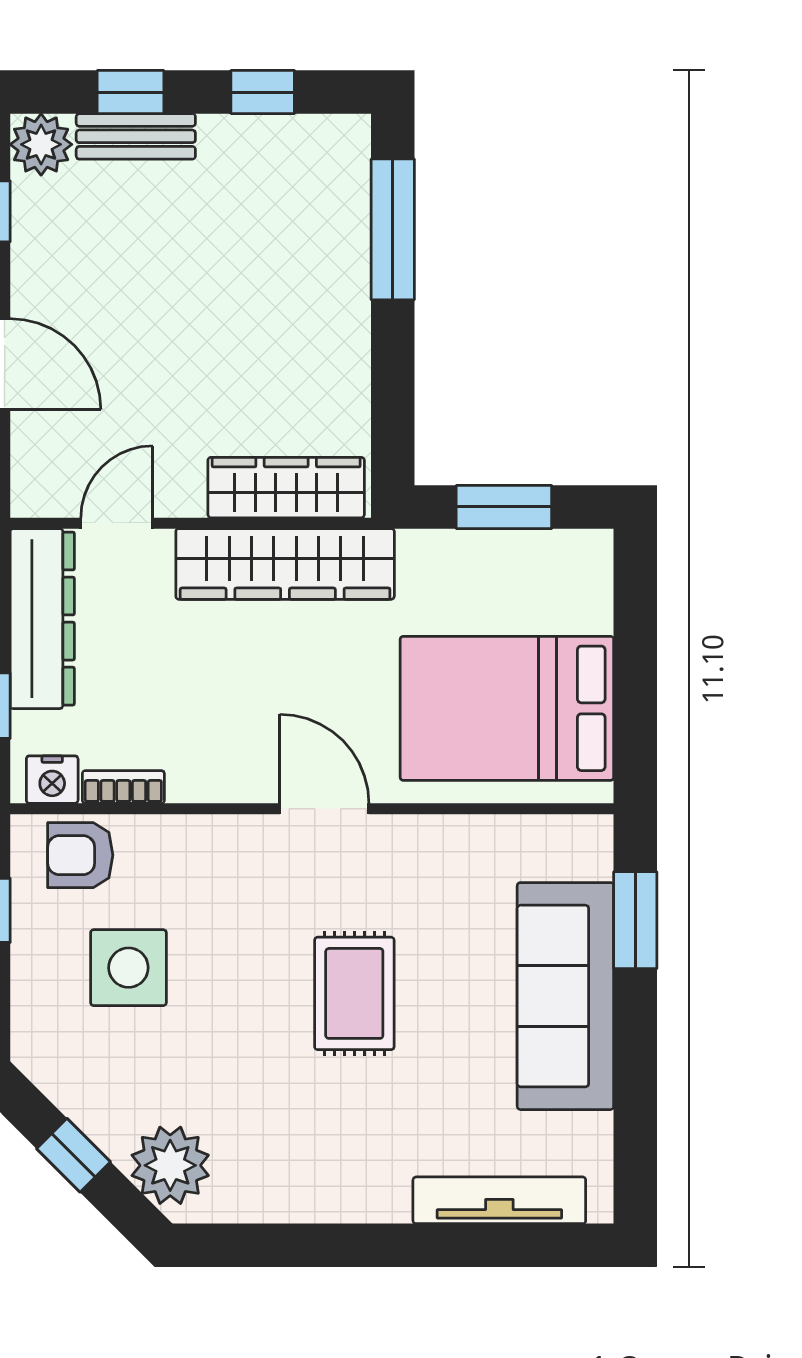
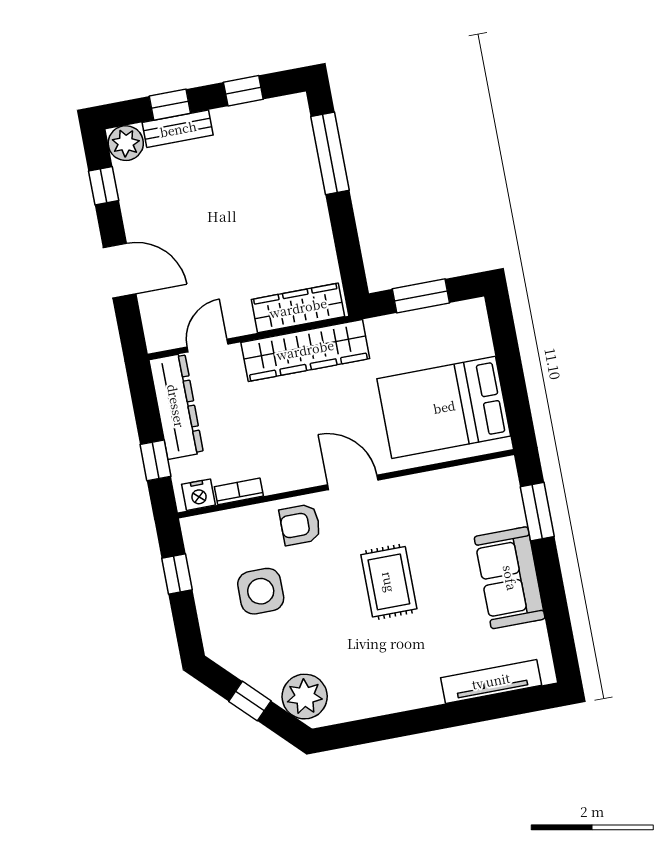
armchair: (80, 855) -> (300, 525), moved
sofa: (565, 996) -> (510, 578), width x0.73

